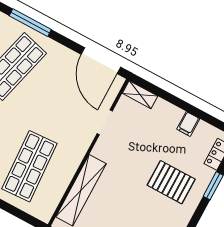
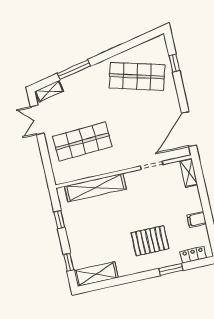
window: (30, 23) -> (174, 63), width x0.46
pallet: (171, 182) -> (150, 241), turned 90

